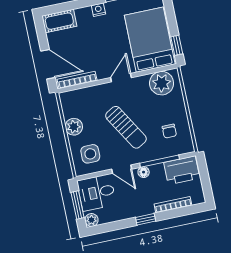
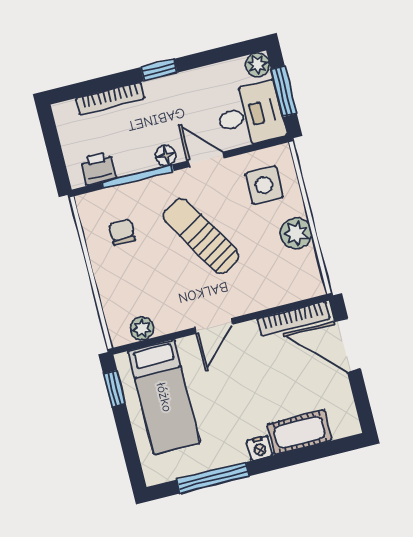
cot: (59, 21) -> (299, 432), moved
bed: (150, 40) -> (164, 397), width x0.67
plant: (162, 83) -> (142, 329), width x0.53, depth x0.53
printer: (182, 170) -> (98, 168), width x0.53, depth x0.68

